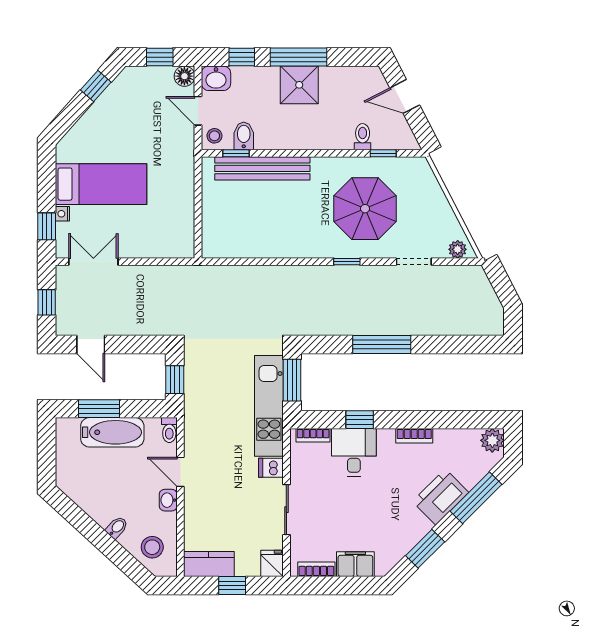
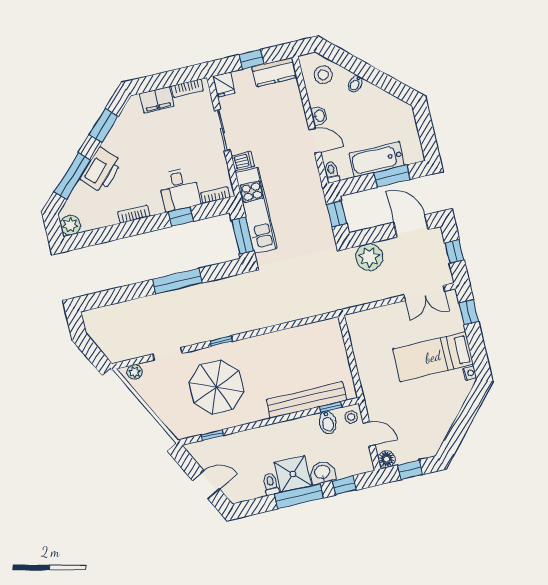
washbasin: (216, 78) -> (322, 473), moved
window: (96, 86) -> (456, 434), removed
toilet: (363, 137) -> (271, 484), moved, turned 180
nightstand: (62, 214) -> (470, 373), moved
plant: (149, 319) -> (369, 257), added
door: (91, 344) -> (411, 226), width x1.37

